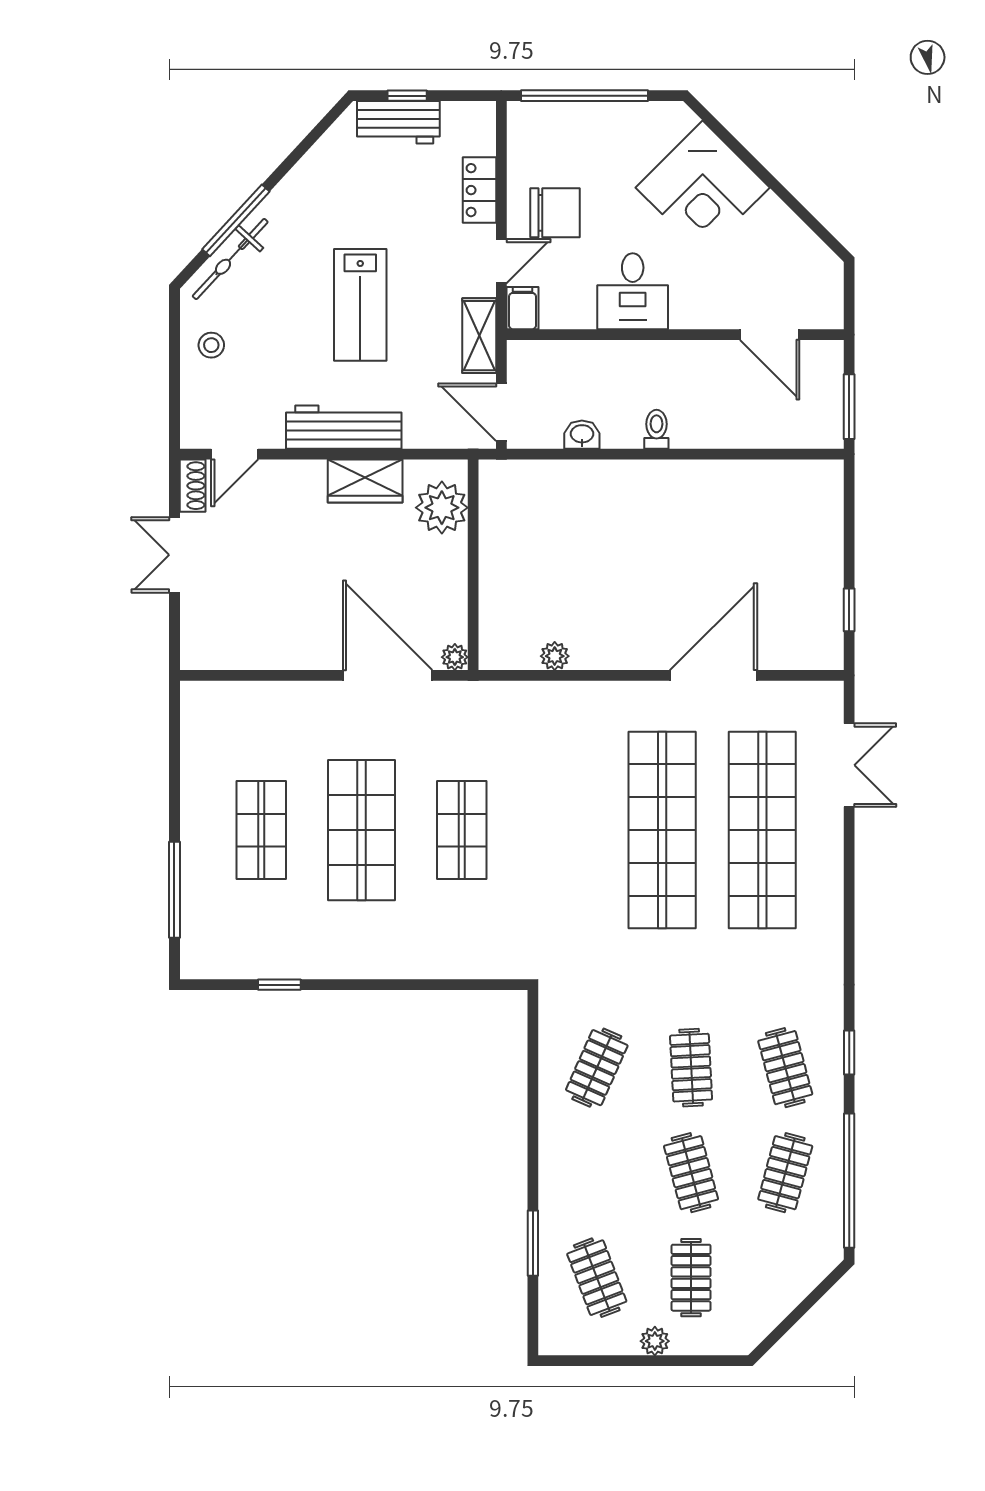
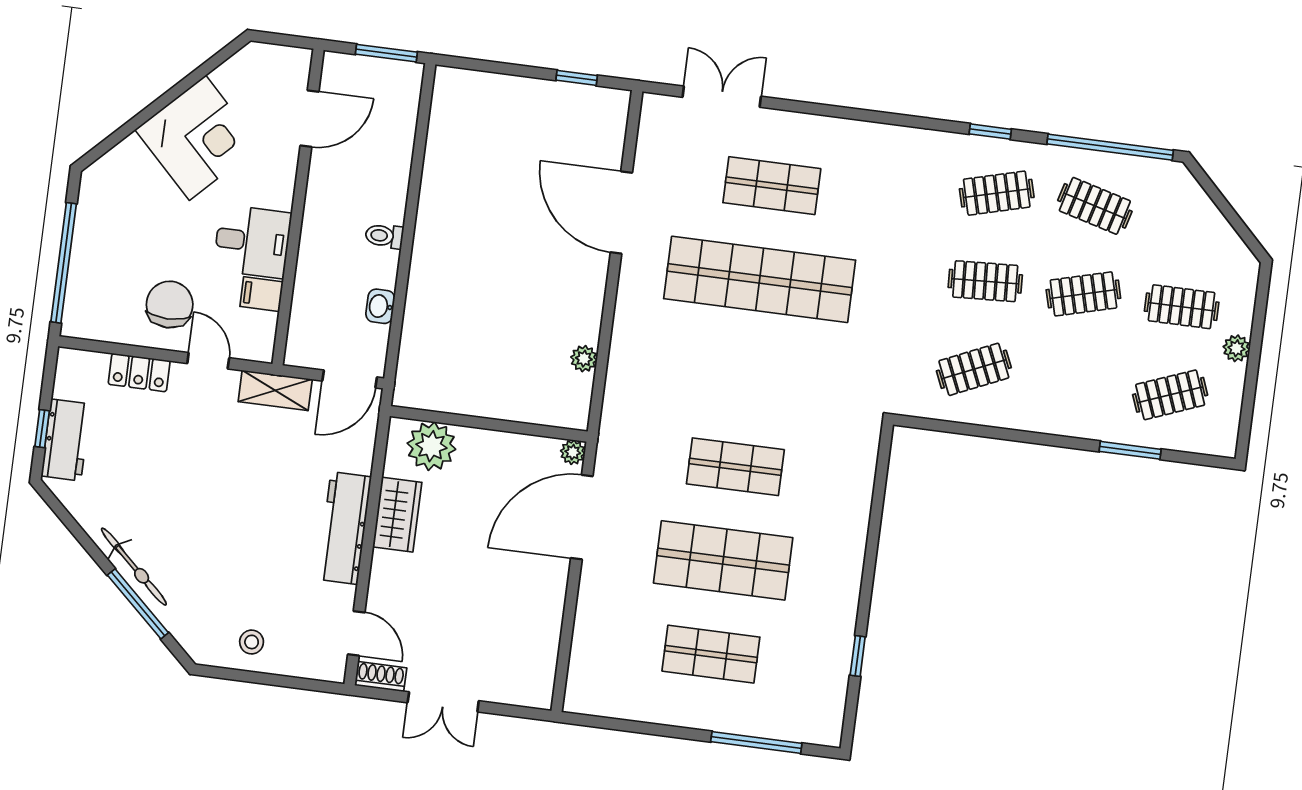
corner desk: (703, 188) -> (197, 138), moved
bicycle: (230, 259) -> (134, 567), moved
lab bench: (360, 305) -> (232, 498), removed
filing cabinet: (522, 308) -> (262, 294), moved
shop shelf: (762, 830) -> (772, 186), width x0.50, depth x0.74
clothes rail: (597, 1068) -> (974, 369), turned -48

